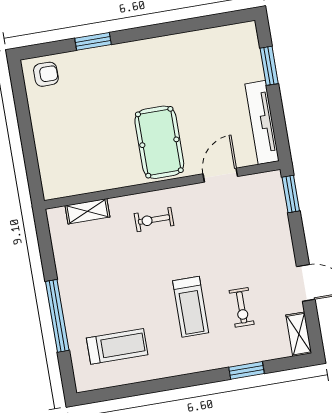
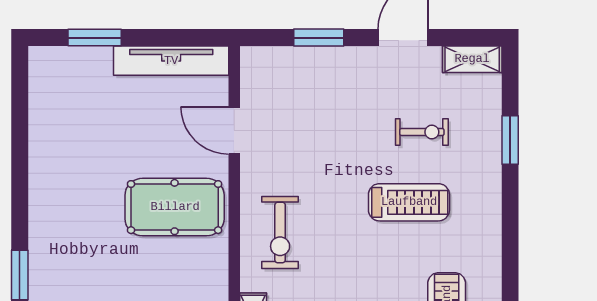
window: (291, 194) -> (319, 38), moved
exercise bike: (154, 220) -> (280, 232), width x1.38, depth x1.39

